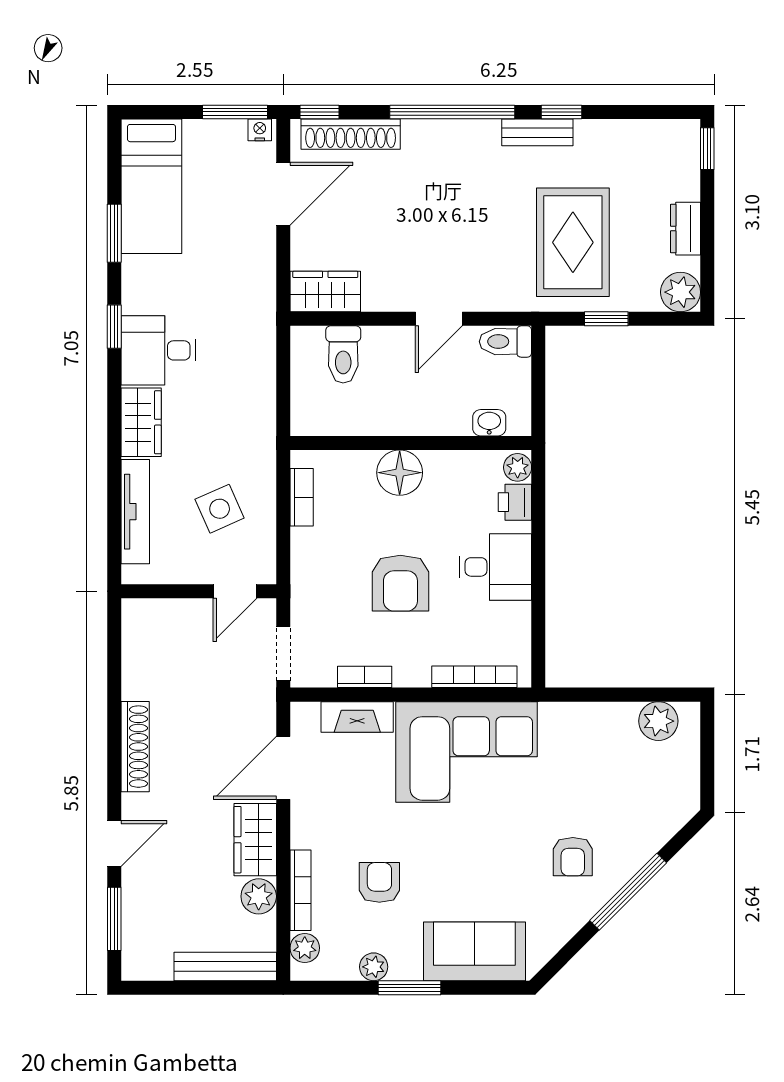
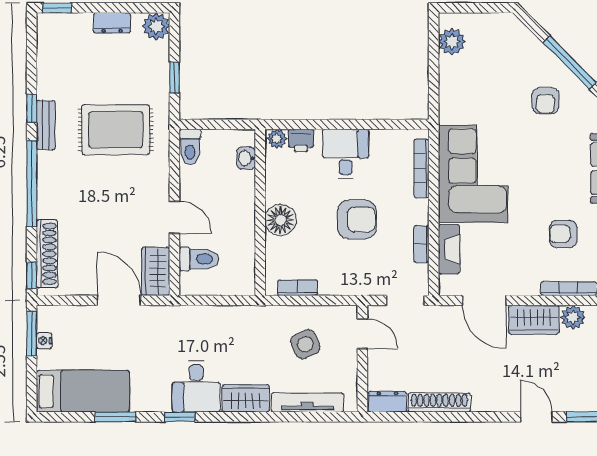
nightstand: (260, 130) -> (44, 341), moved
door: (283, 194) -> (119, 300), moved
rug: (573, 242) -> (116, 130), moved
door: (439, 319) -> (174, 217), moved
dresser: (136, 628) -> (387, 402), added
shoe rack: (135, 747) -> (439, 403), moved
armchair: (573, 857) -> (545, 101), turned 90

